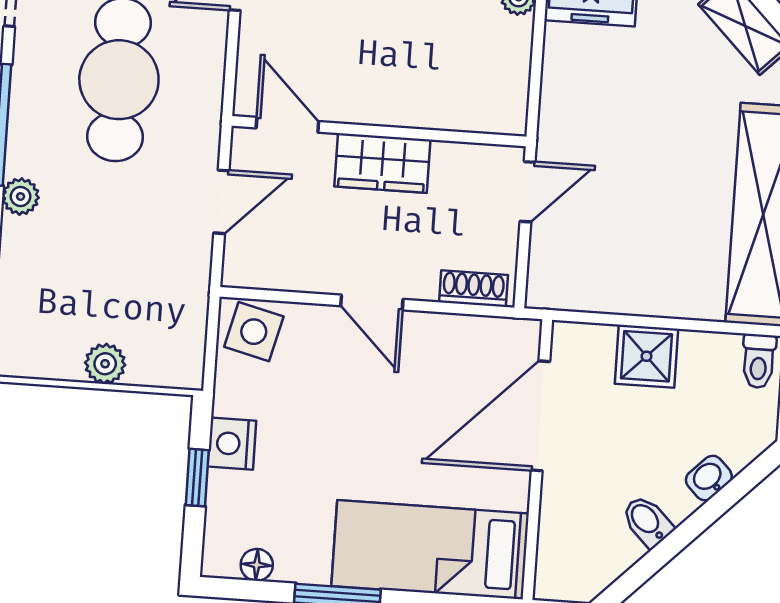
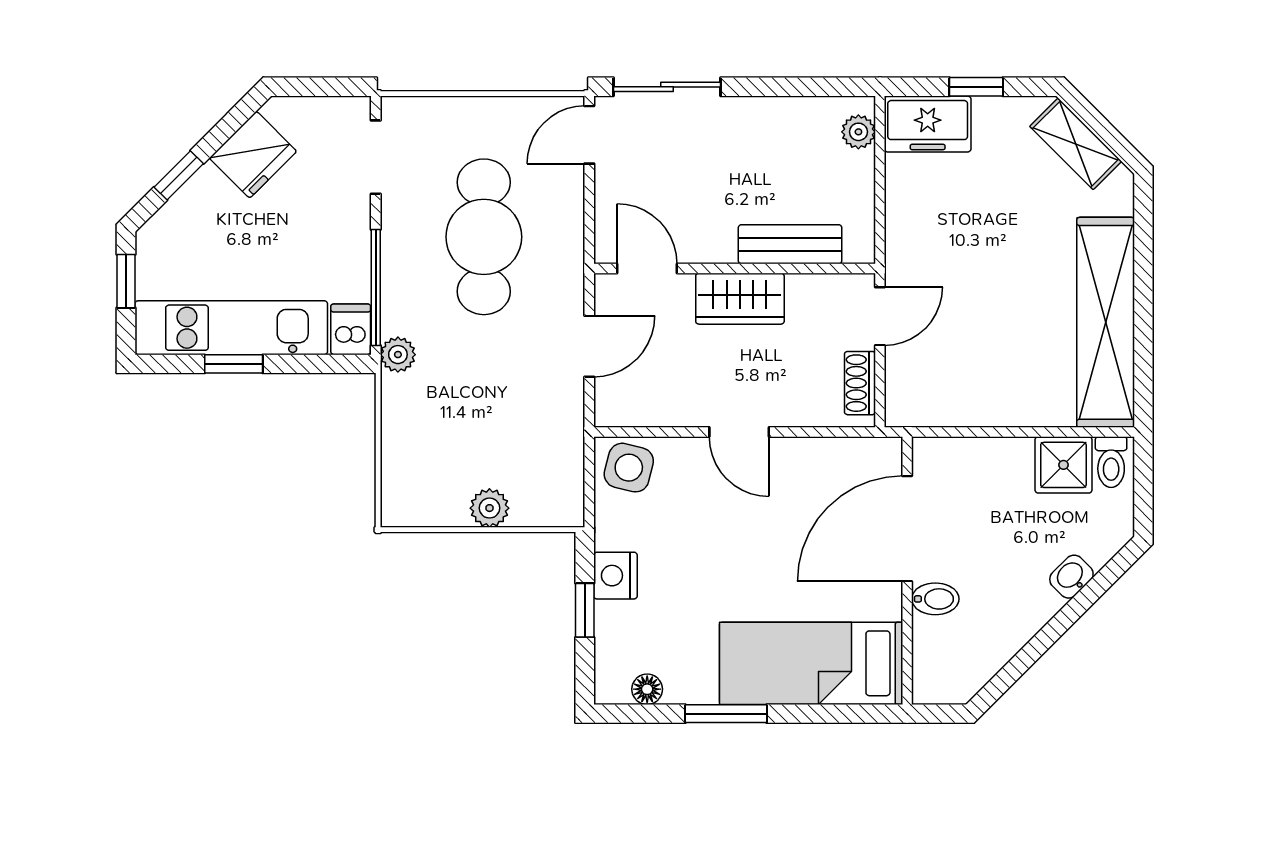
bench: (439, 110) -> (790, 244), added
shoe rack: (473, 289) -> (860, 383), moved, turned -90
shower: (647, 356) -> (1063, 465), moved
bidet: (647, 521) -> (935, 599), moved, turned 135

